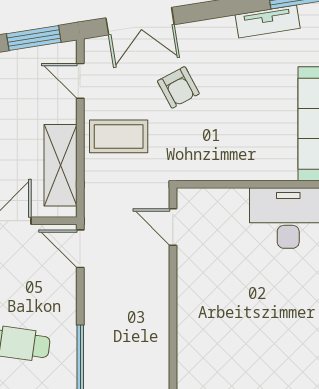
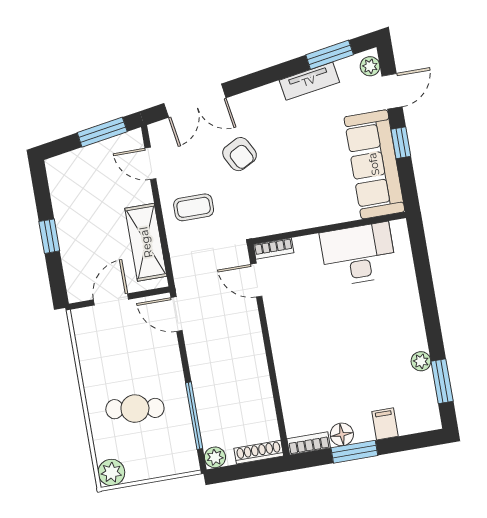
coffee table: (119, 136) -> (194, 207), width x0.73, depth x0.77
bookcase: (197, 196) -> (274, 249), added

